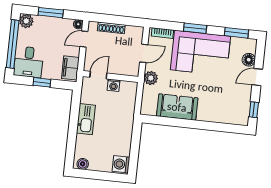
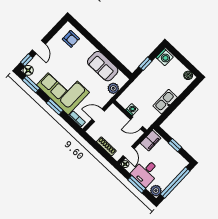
door: (84, 39) -> (129, 152), hinge flipped
floor lamp: (249, 60) -> (28, 70), moved
desk: (29, 62) -> (146, 172), moved, turned 180
door: (257, 77) -> (39, 47), hinge flipped
plant: (151, 78) -> (113, 88), moved
armchair: (231, 110) -> (71, 39), added
window: (254, 110) -> (27, 60), moved
window: (135, 143) -> (145, 64), added

